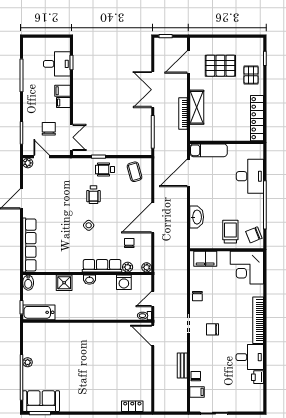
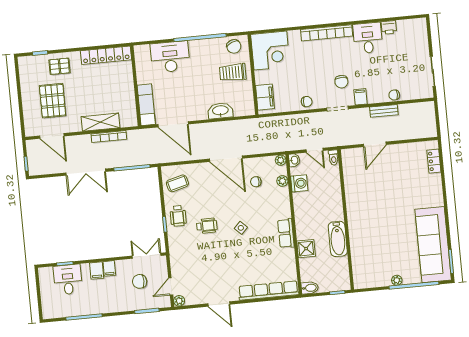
row of seats: (102, 266) -> (286, 233), moved, width x0.68
washbasin: (89, 280) -> (294, 160), moved
bathtub: (39, 312) -> (338, 239), moved
door: (153, 336) -> (375, 144), moved
filing cabinet: (197, 392) -> (361, 97), moved
sofa: (41, 401) -> (433, 245), width x1.85, depth x1.27

